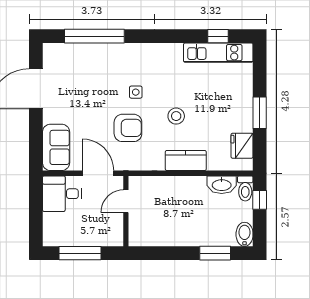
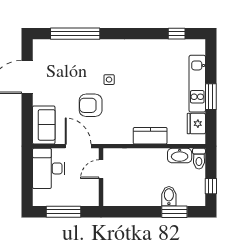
kitchen unit: (218, 53) -> (197, 84), moved, turned 90
stool: (176, 116) -> (142, 99), removed
armchair: (128, 128) -> (91, 105), moved, turned 180
desk: (62, 194) -> (49, 168), width x1.37
window: (260, 200) -> (211, 186), moved
bidet: (245, 234) -> (169, 196), moved

